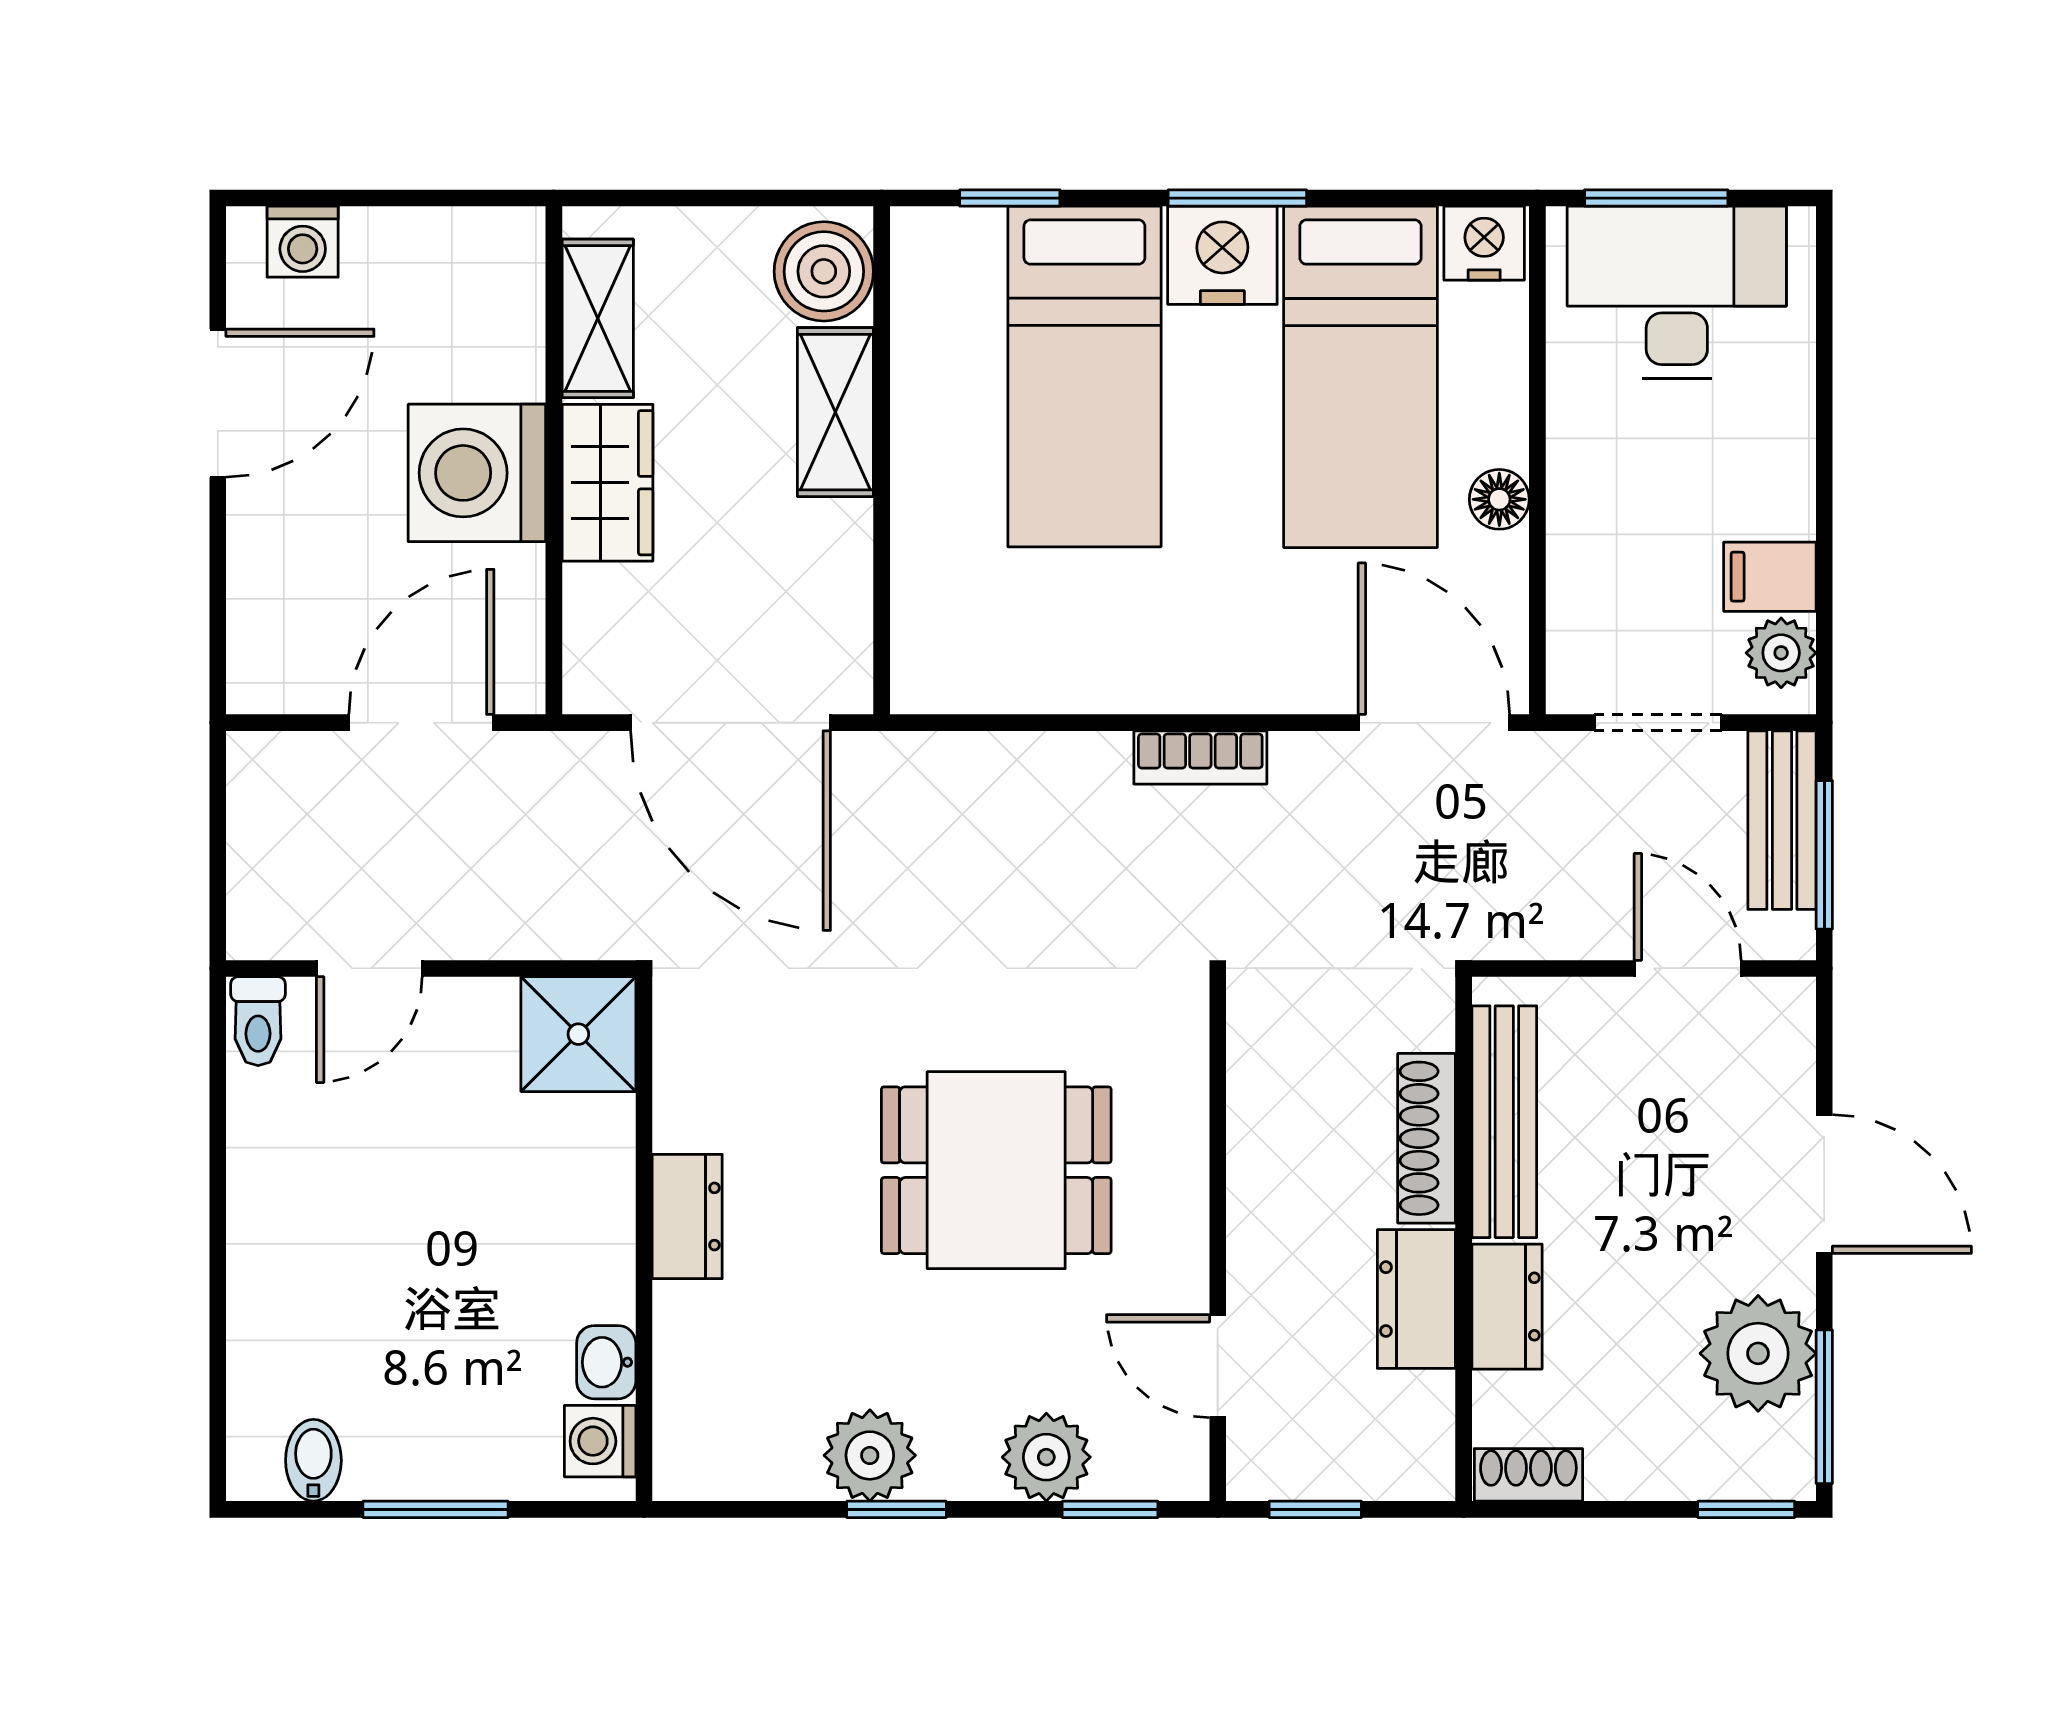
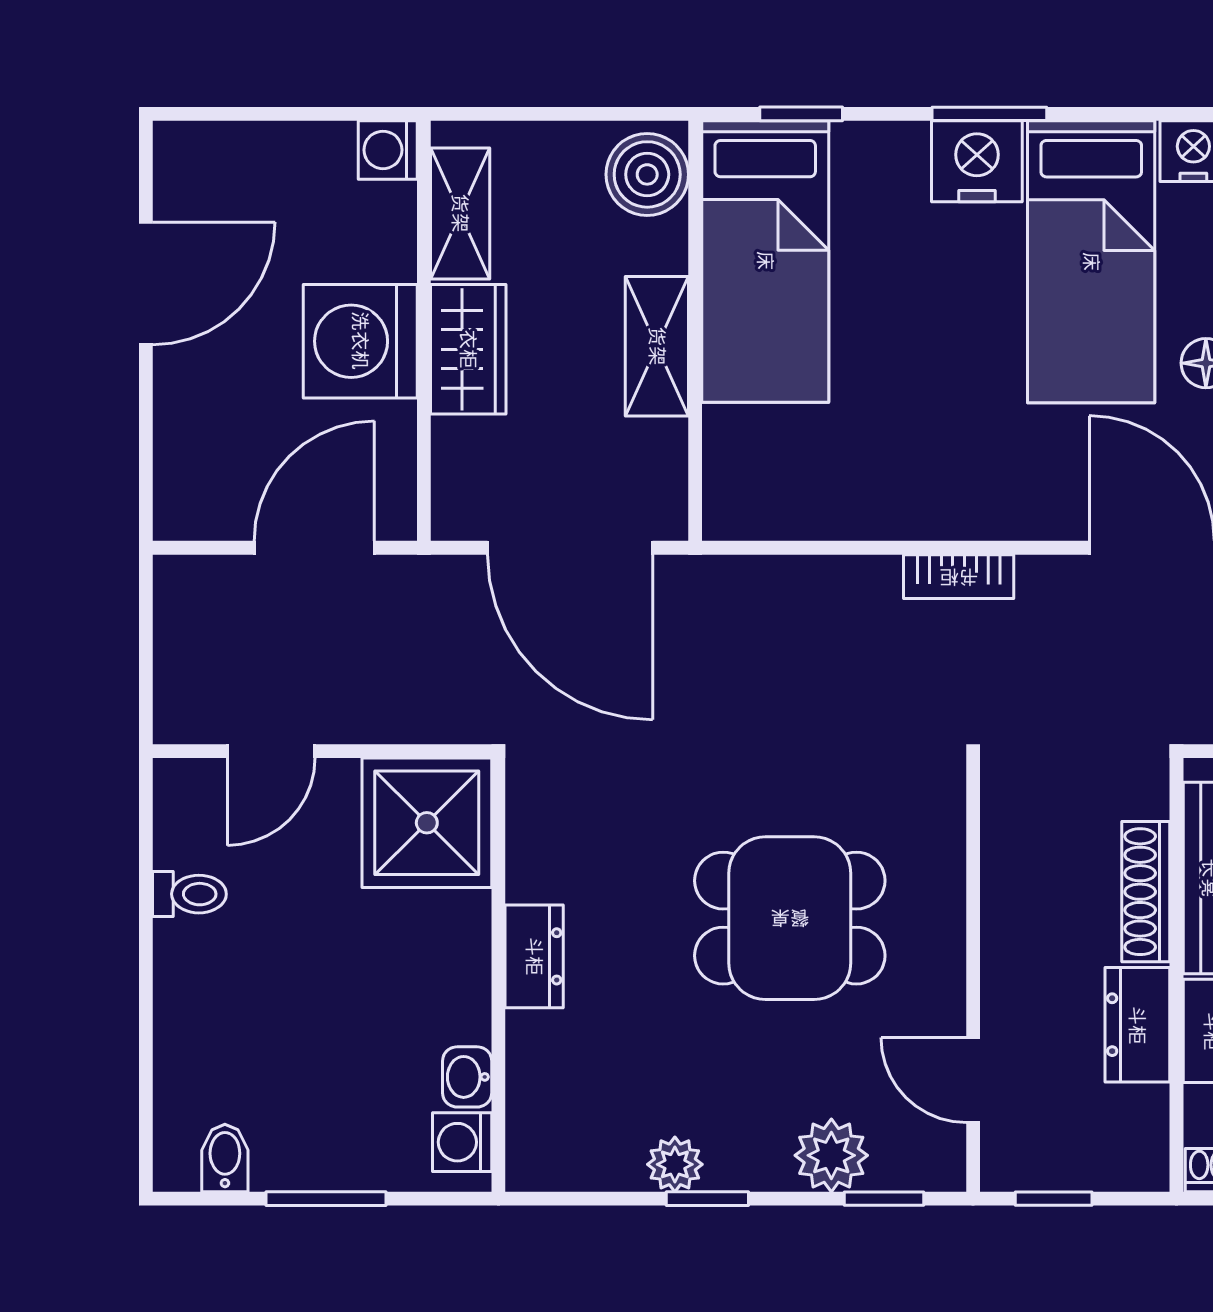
washing machine: (303, 242) -> (388, 150), moved, turned 90
bed: (1084, 377) -> (765, 261), moved
shelving: (835, 412) -> (657, 346), moved
toilet: (258, 1021) -> (189, 894), moved, turned -90
shower: (578, 1034) -> (427, 823), width x1.36, depth x1.36
plant: (870, 1455) -> (675, 1164), width x0.73, depth x0.73

